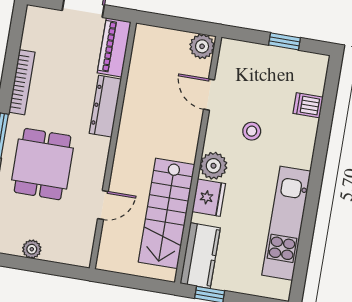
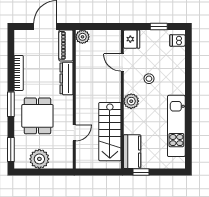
plant: (202, 46) -> (82, 37), moved
dishwasher: (308, 105) -> (177, 40), moved
fridge: (209, 198) -> (132, 39), moved
plant: (32, 249) -> (39, 159), width x1.87, depth x1.87

